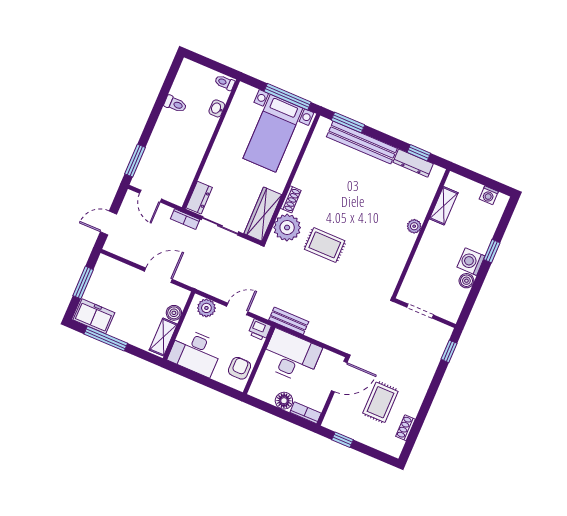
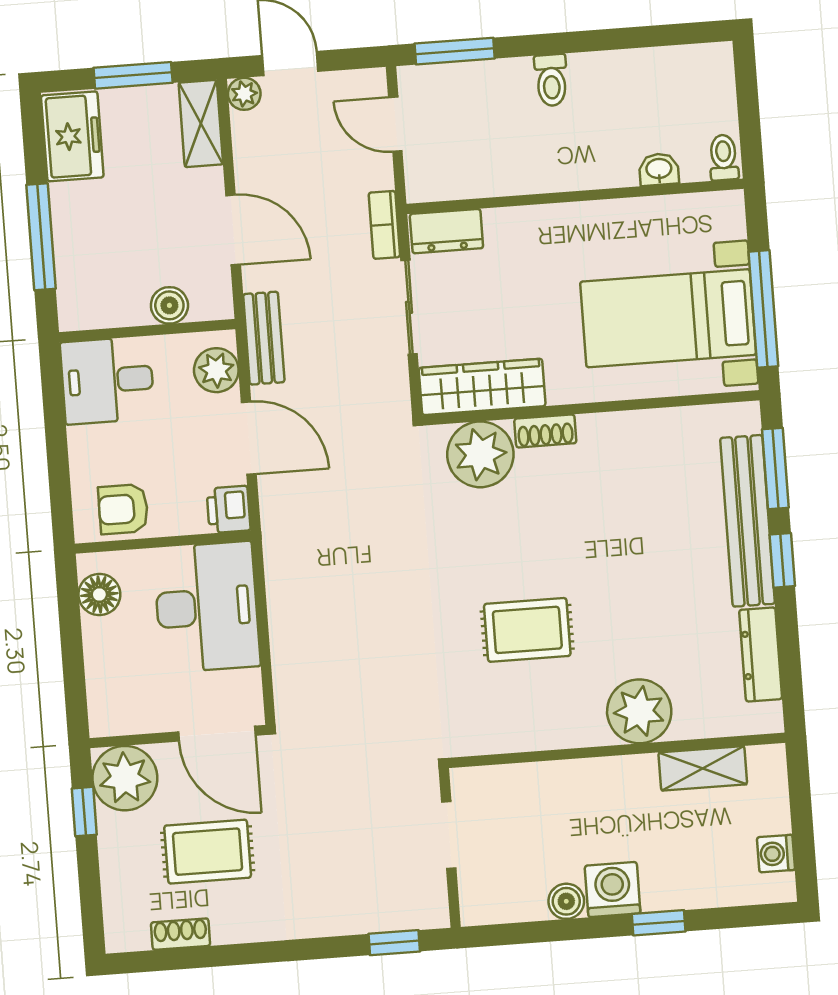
toilet: (175, 104) -> (551, 80), moved
window: (419, 153) -> (782, 560), moved
door: (151, 196) -> (395, 124), hinge flipped
plant: (414, 226) -> (639, 711), width x1.87, depth x1.87
plant: (111, 245) -> (244, 94), added
rug: (325, 245) -> (527, 630), moved, turned 90
door: (237, 309) -> (249, 438), width x1.37
bench: (289, 321) -> (264, 338), moved
shelving: (163, 337) -> (201, 124), moved, turned 90
window: (106, 339) -> (41, 237), moved
desk: (195, 352) -> (107, 380), width x0.73
armchair: (239, 368) -> (123, 509), turned 180
floor lamp: (284, 401) -> (99, 595), moved
bookcase: (306, 413) -> (101, 702), removed
plant: (338, 419) -> (125, 778), added

